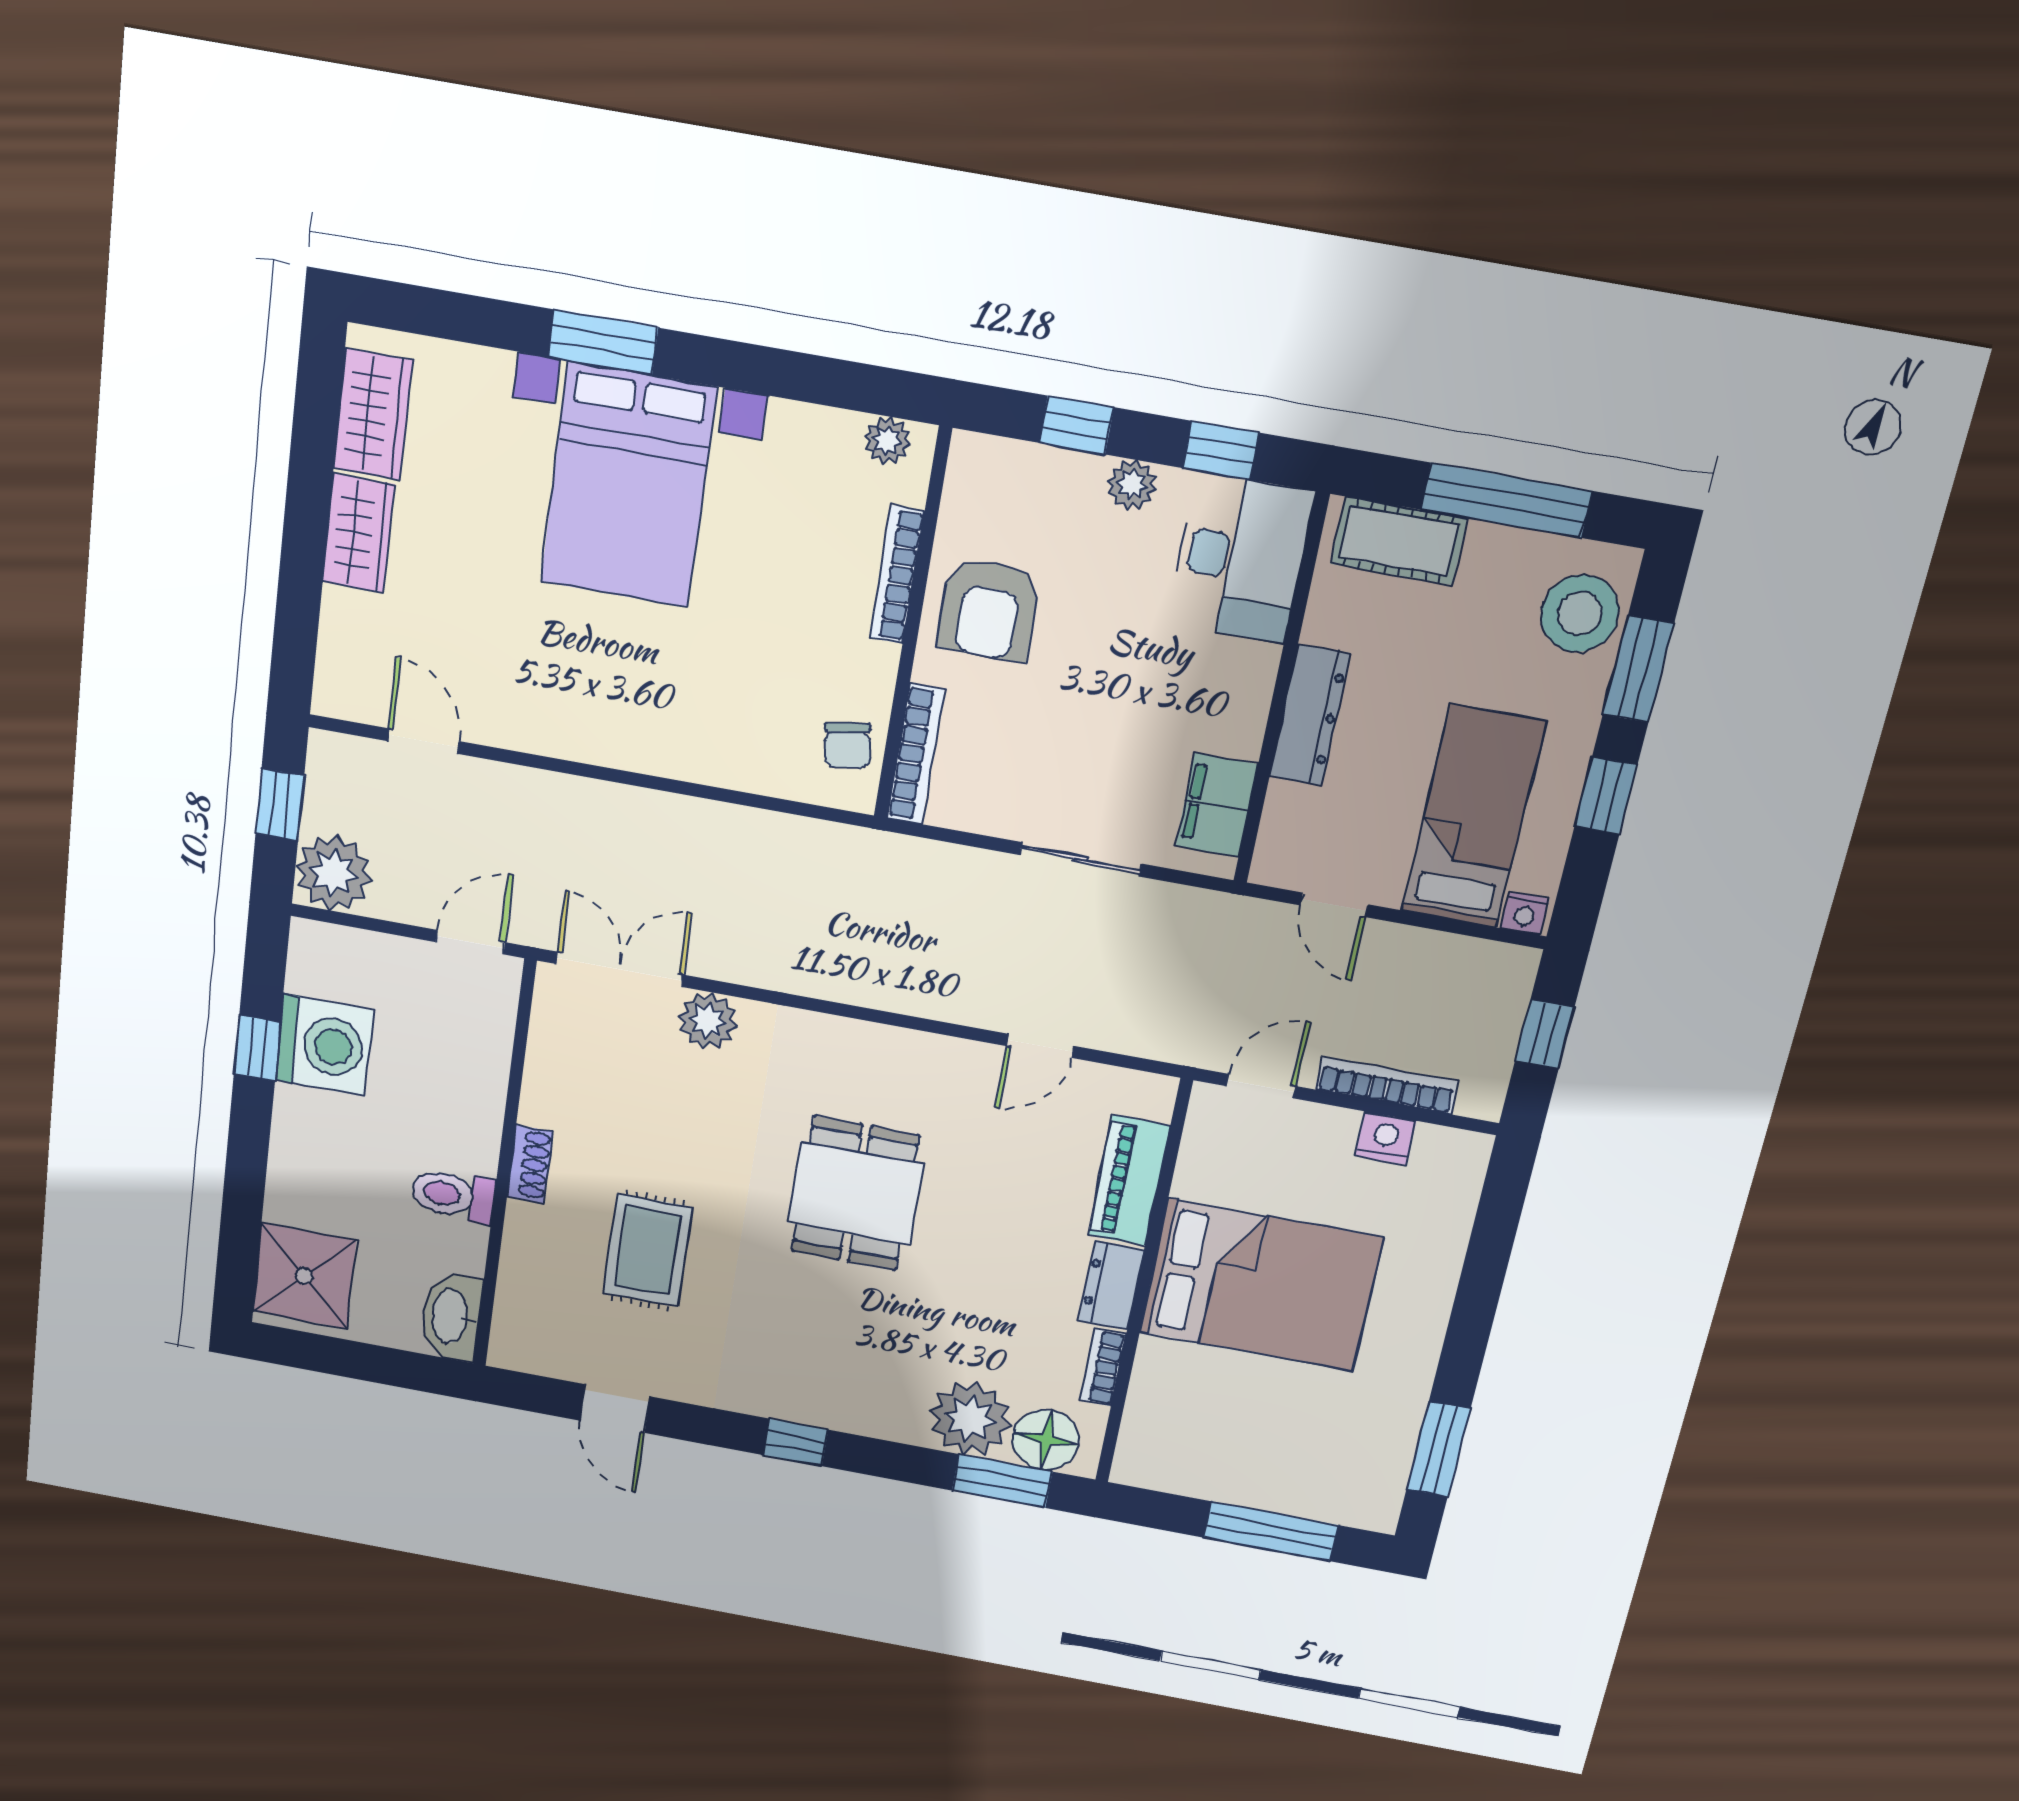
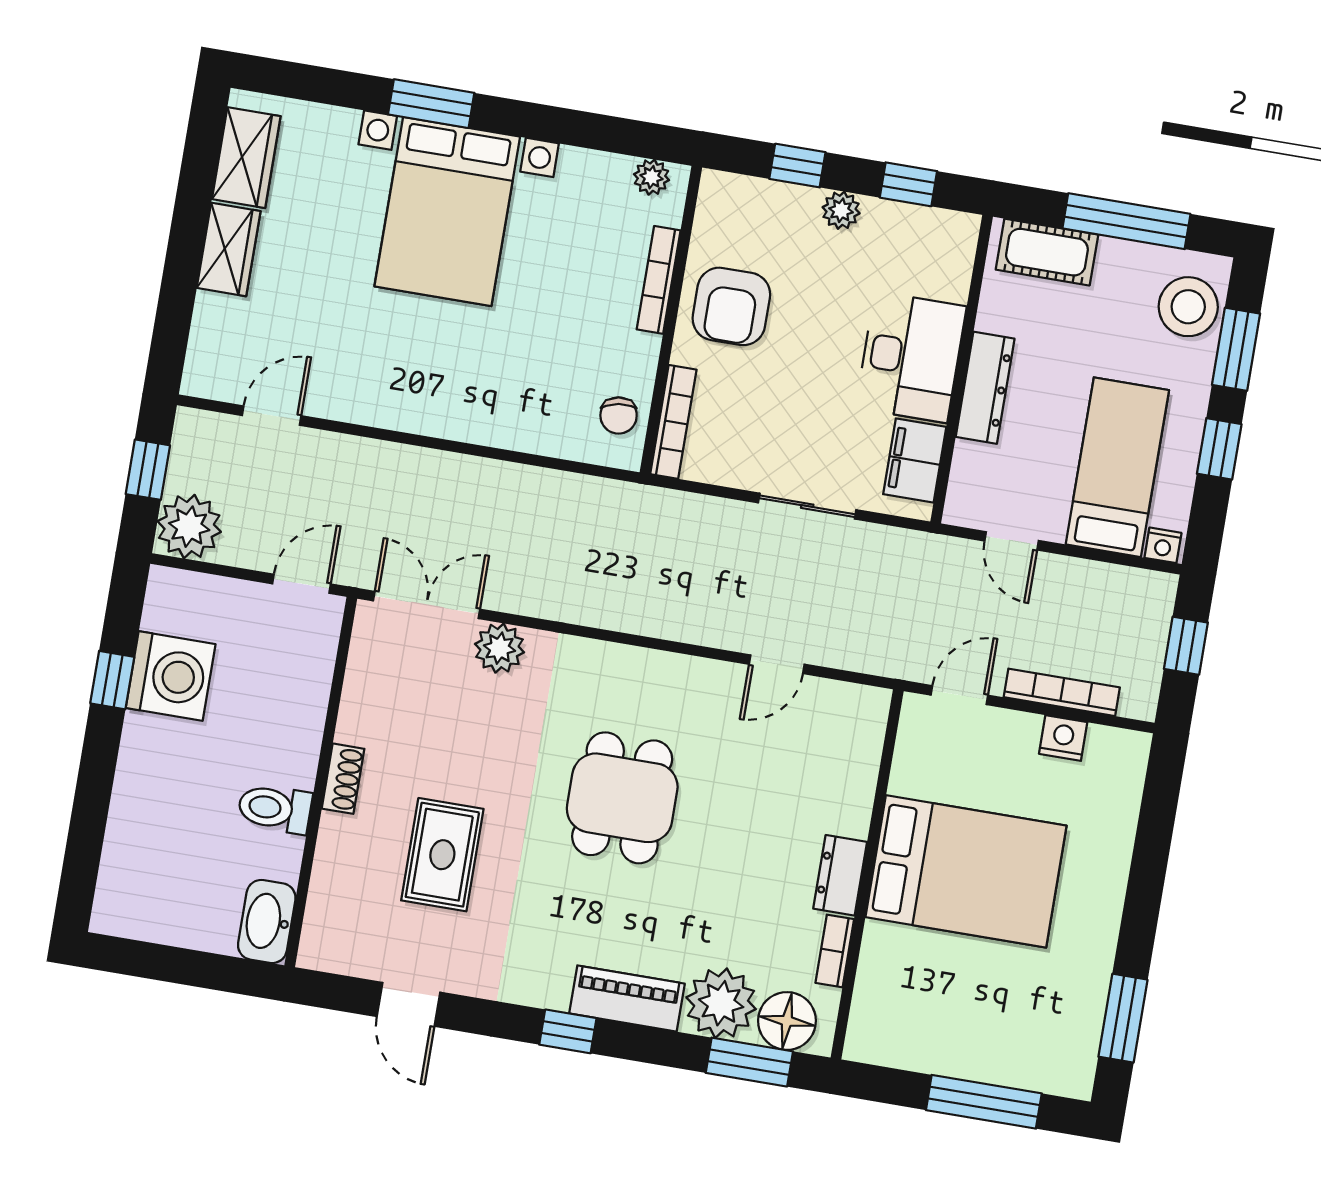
desk: (1241, 558) -> (911, 357), moved
door: (423, 741) -> (272, 416), hinge flipped
piano: (1129, 1181) -> (627, 998), moved, turned 90
shower: (304, 1276) -> (138, 887), removed

